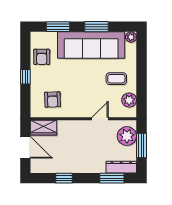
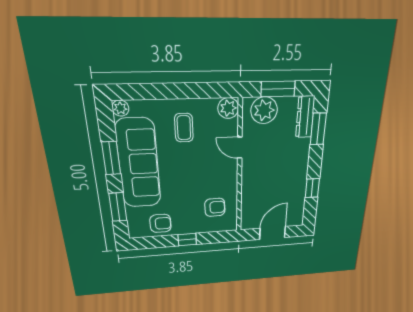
plant: (129, 100) -> (228, 108), moved
wardrobe: (43, 128) -> (250, 215), removed

